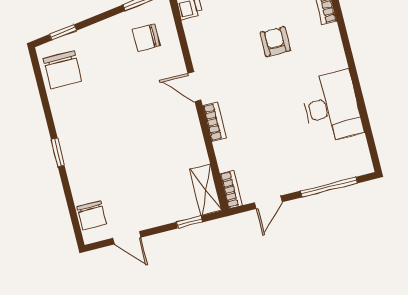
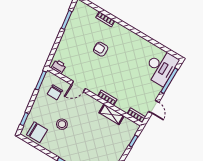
door: (194, 87) -> (78, 87), moved
stool: (110, 94) -> (62, 124), added
desk: (332, 107) -> (161, 67), moved, turned 90
shelving: (206, 190) -> (112, 114), moved

